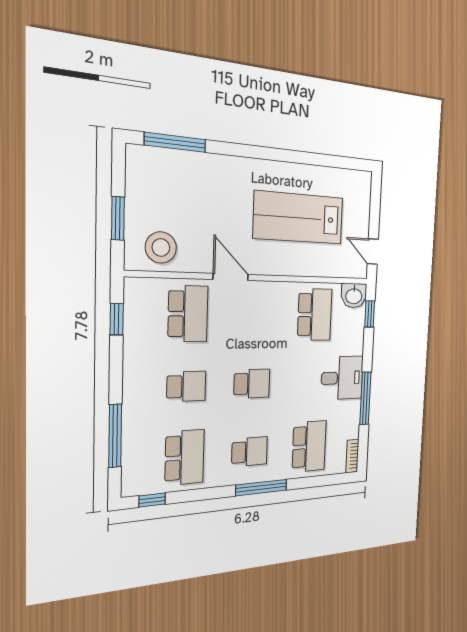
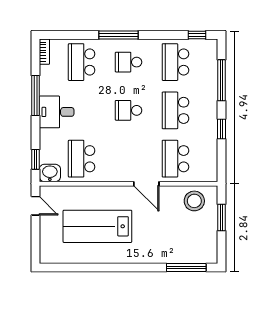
lab bench: (299, 218) -> (97, 226), turned 180
window: (117, 319) -> (222, 129), moved
school desk: (186, 386) -> (175, 110), width x1.85

